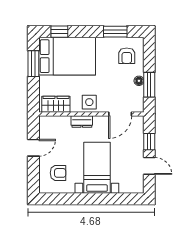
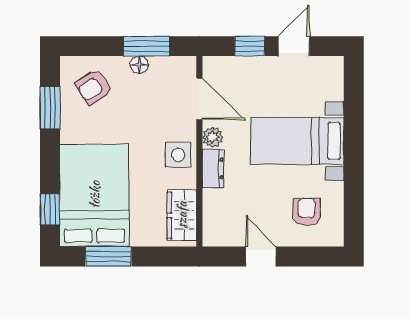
armchair: (127, 56) -> (94, 87), turned 147
plant: (99, 121) -> (213, 137), added

